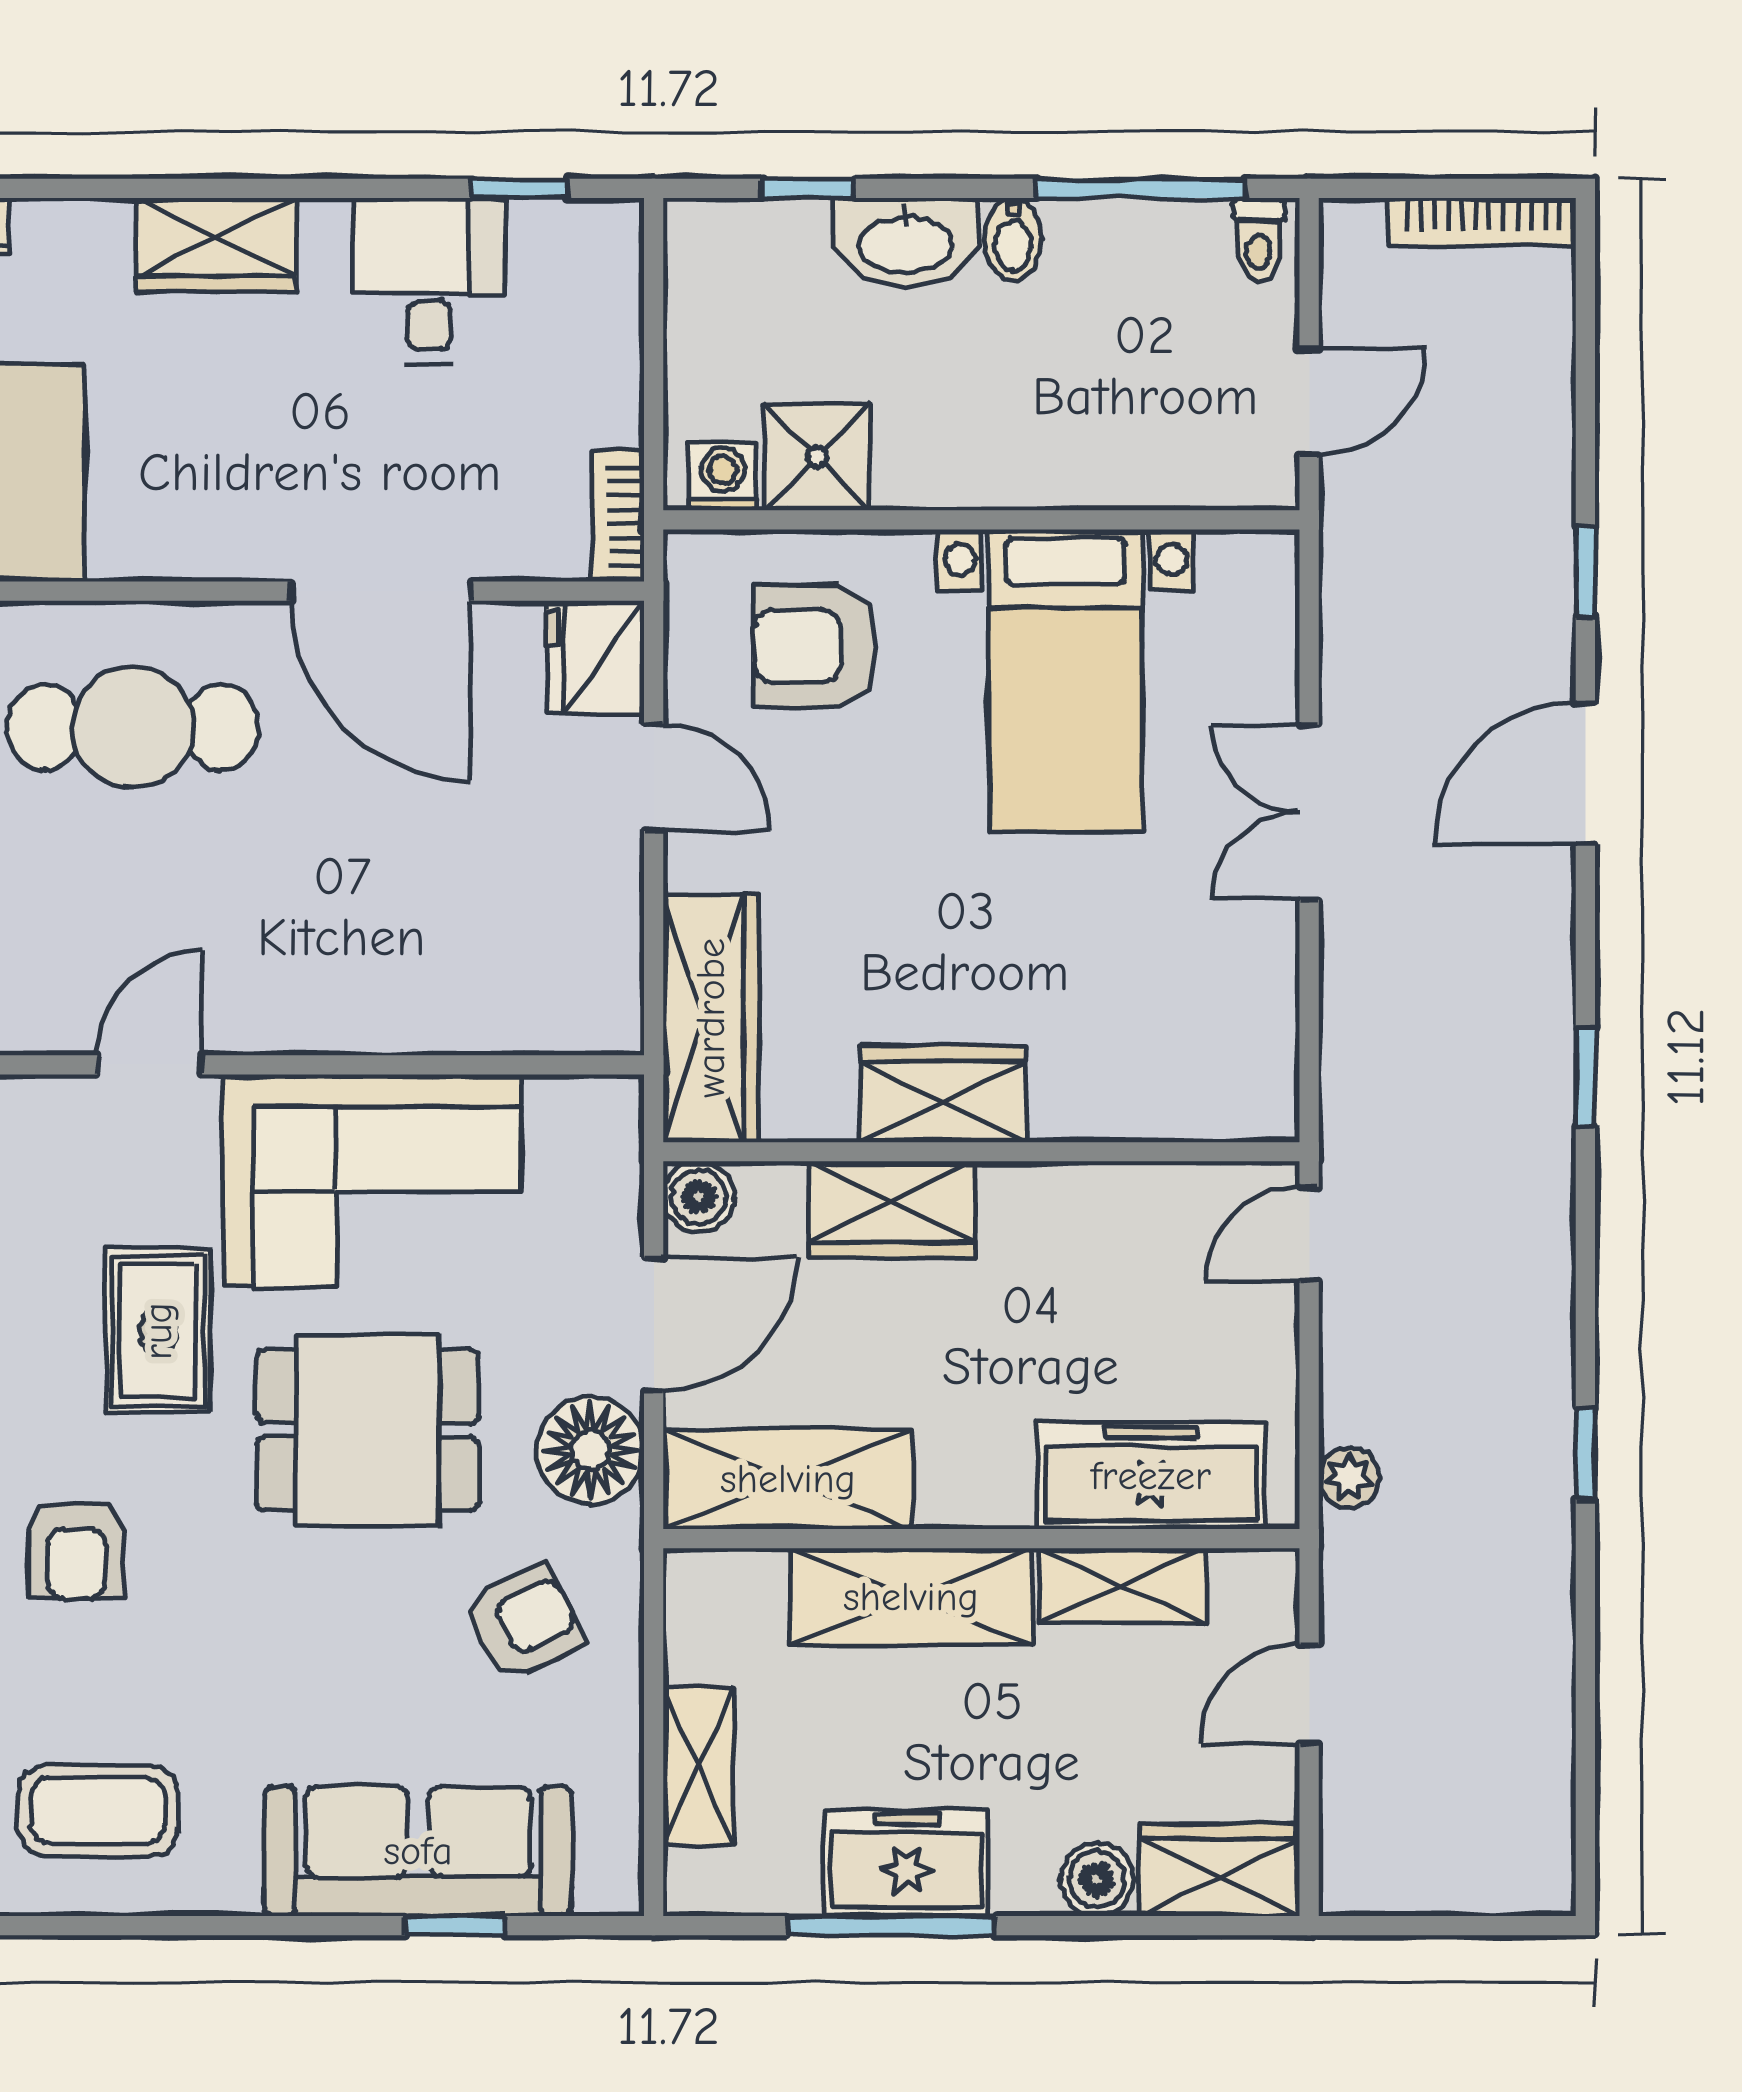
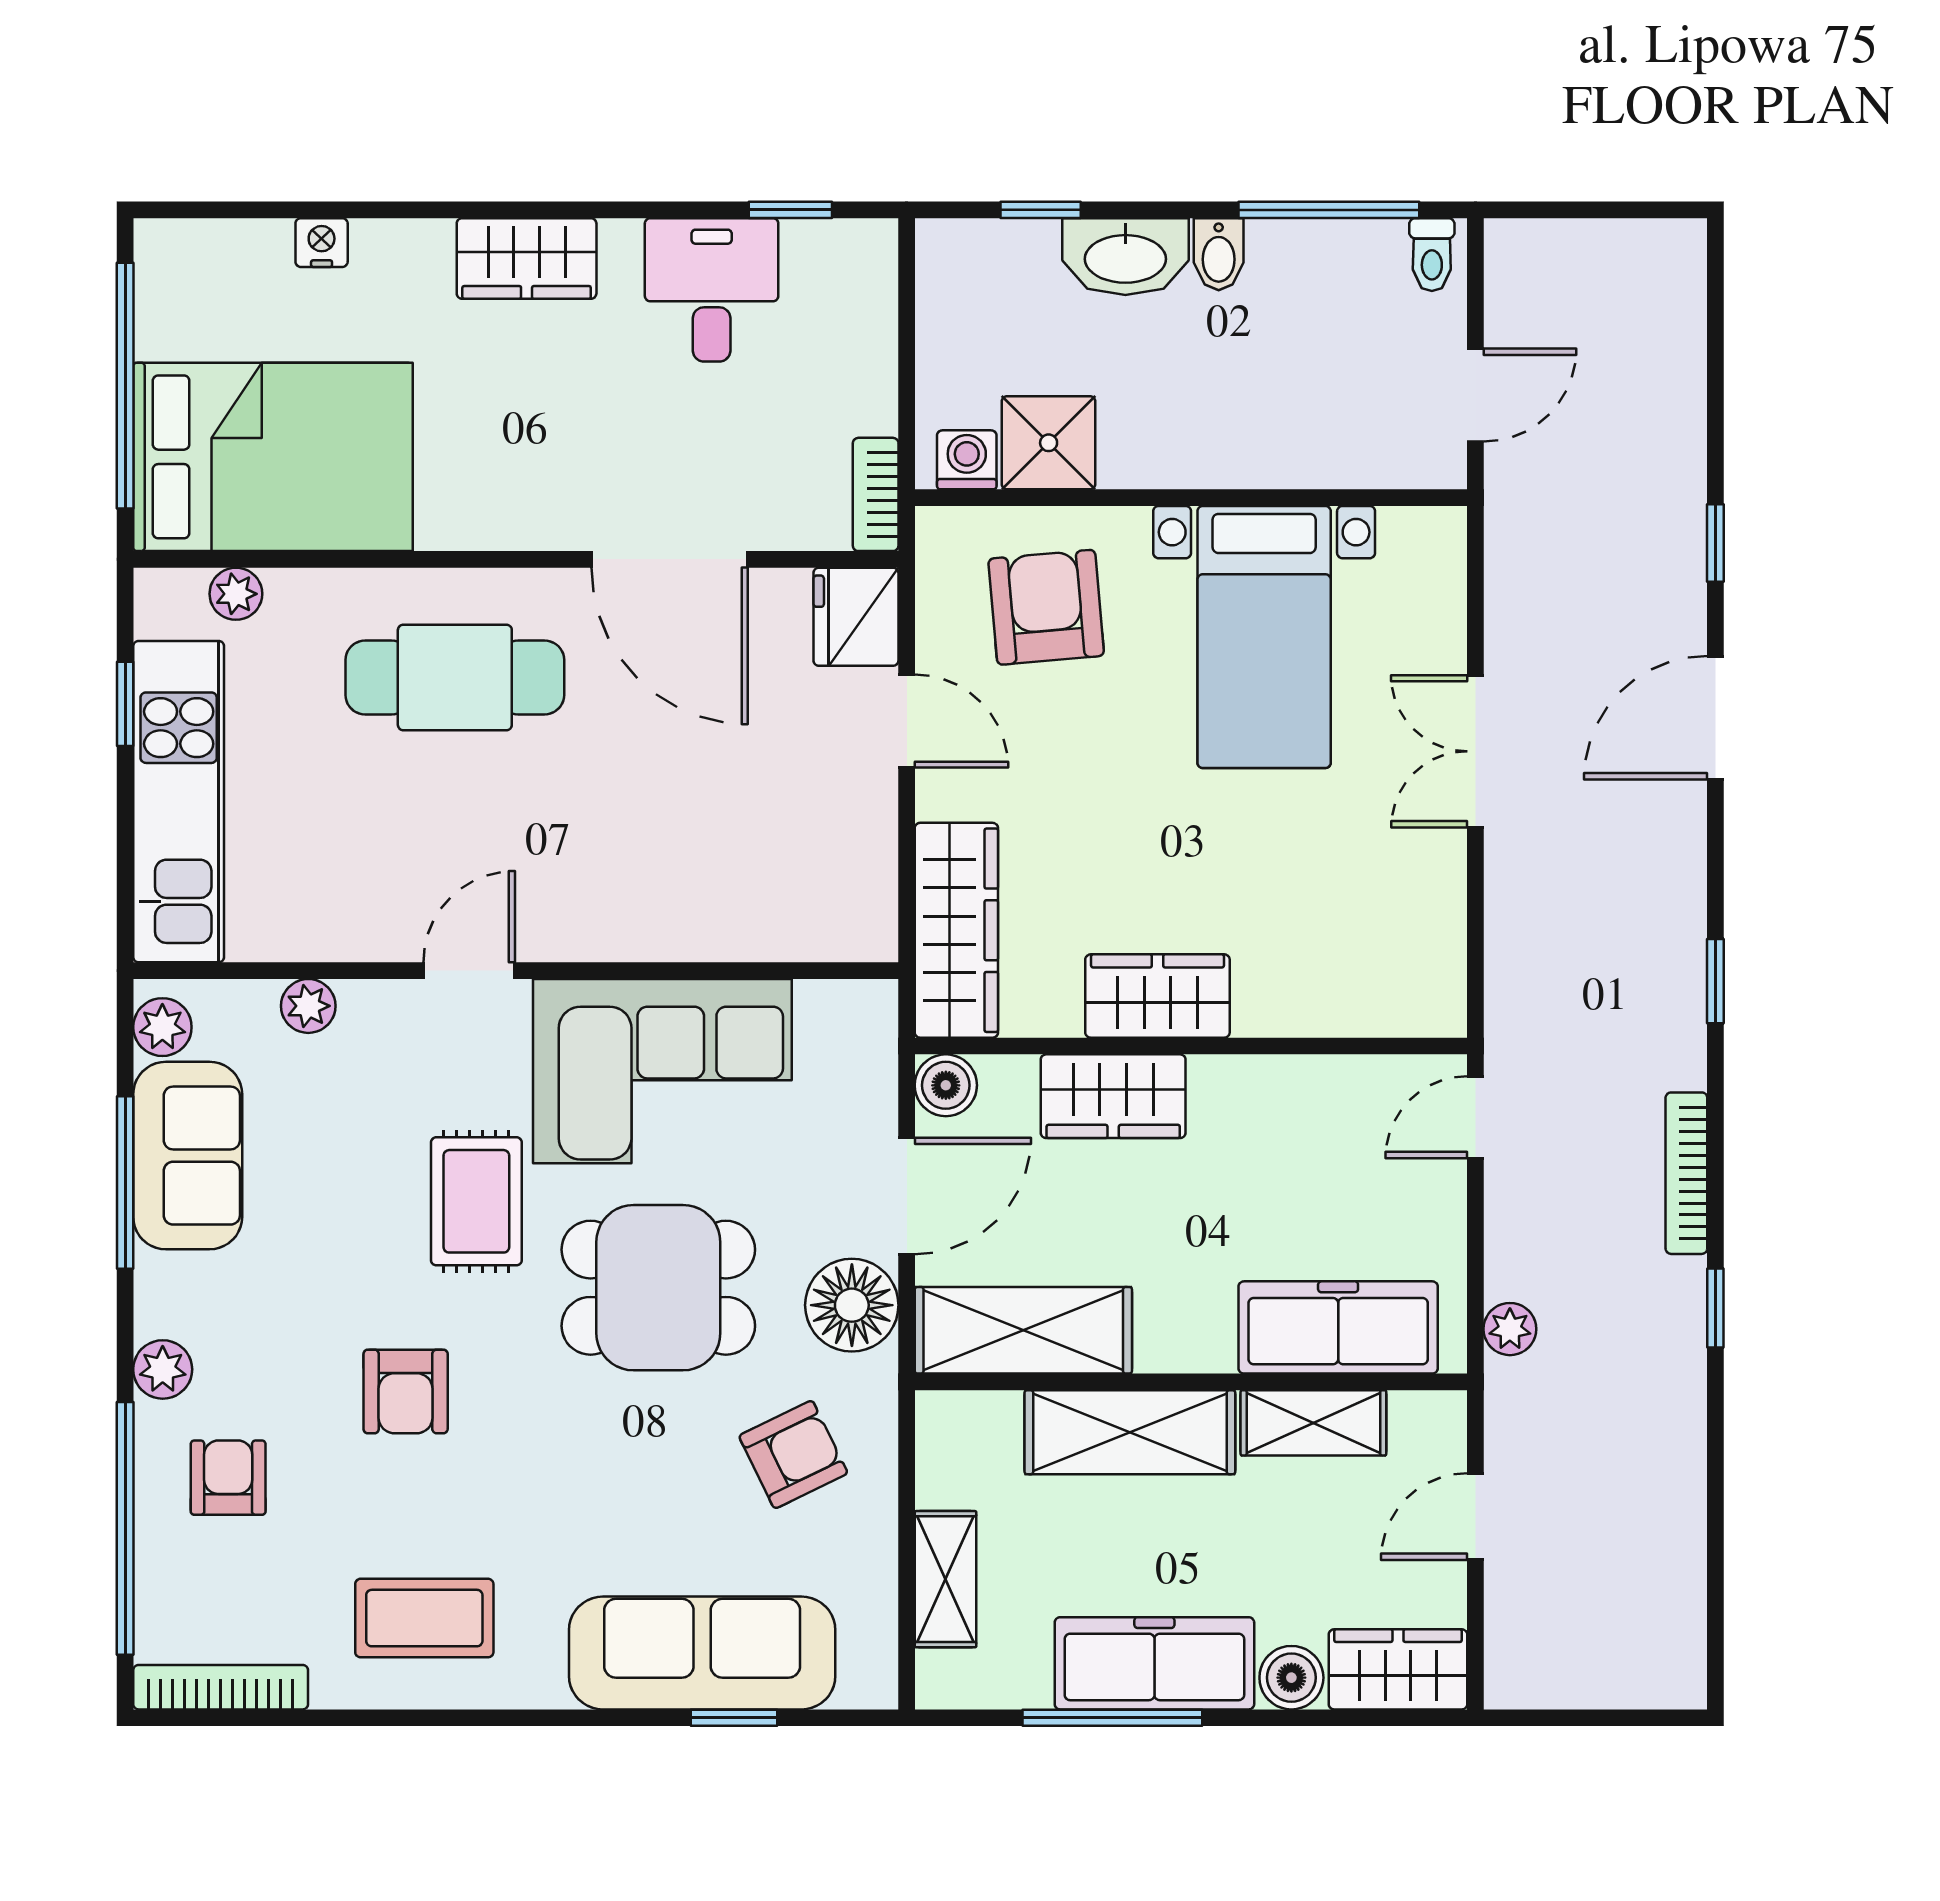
bookcase: (1483, 222) -> (1686, 1173), moved, turned 90
armchair: (814, 646) -> (1046, 607), turned 85
freezer: (906, 1863) -> (1154, 1663), width x1.40

